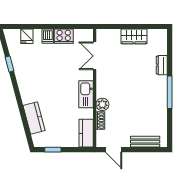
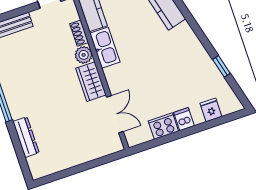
wardrobe: (134, 36) -> (91, 82), moved, turned -90
dresser: (162, 65) -> (26, 137), width x1.44
kitchen sink: (86, 94) -> (105, 48), moved

